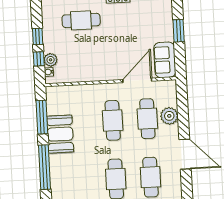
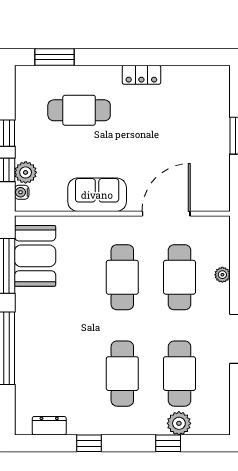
sofa: (165, 60) -> (97, 195), moved, turned 90
plant: (169, 116) -> (222, 275), width x0.53, depth x0.53
booth: (60, 134) -> (35, 256), moved

